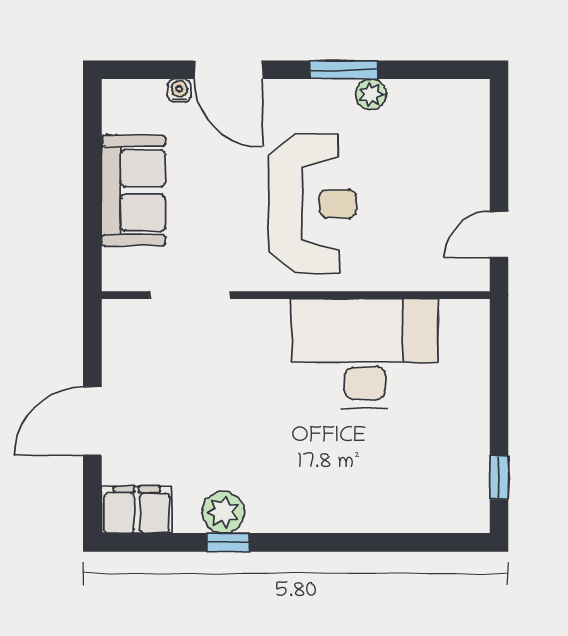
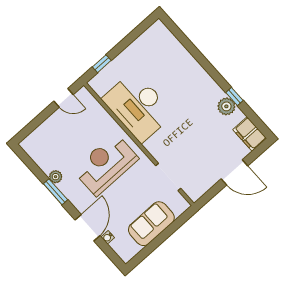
window: (499, 478) -> (102, 64), moved

